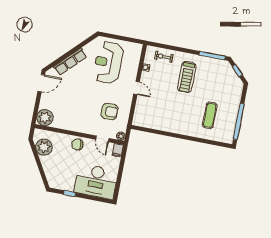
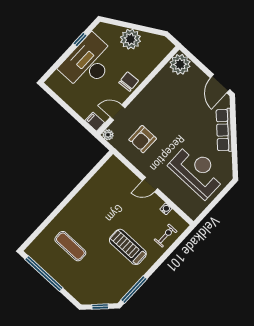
plant: (44, 147) -> (130, 39), moved
desk: (96, 181) -> (88, 63), moved

